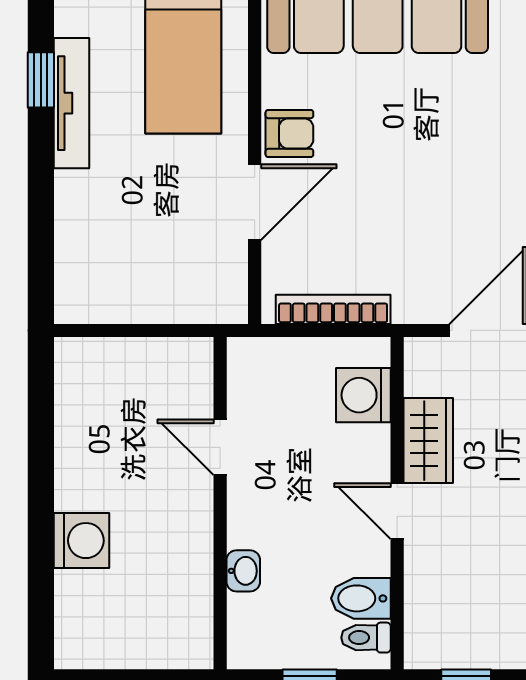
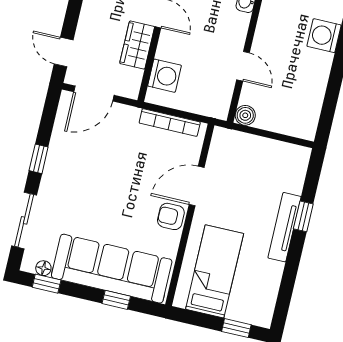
window: (41, 80) -> (303, 216), moved
tv unit: (71, 103) -> (284, 227), moved
boiler: (194, 356) -> (245, 115), added

